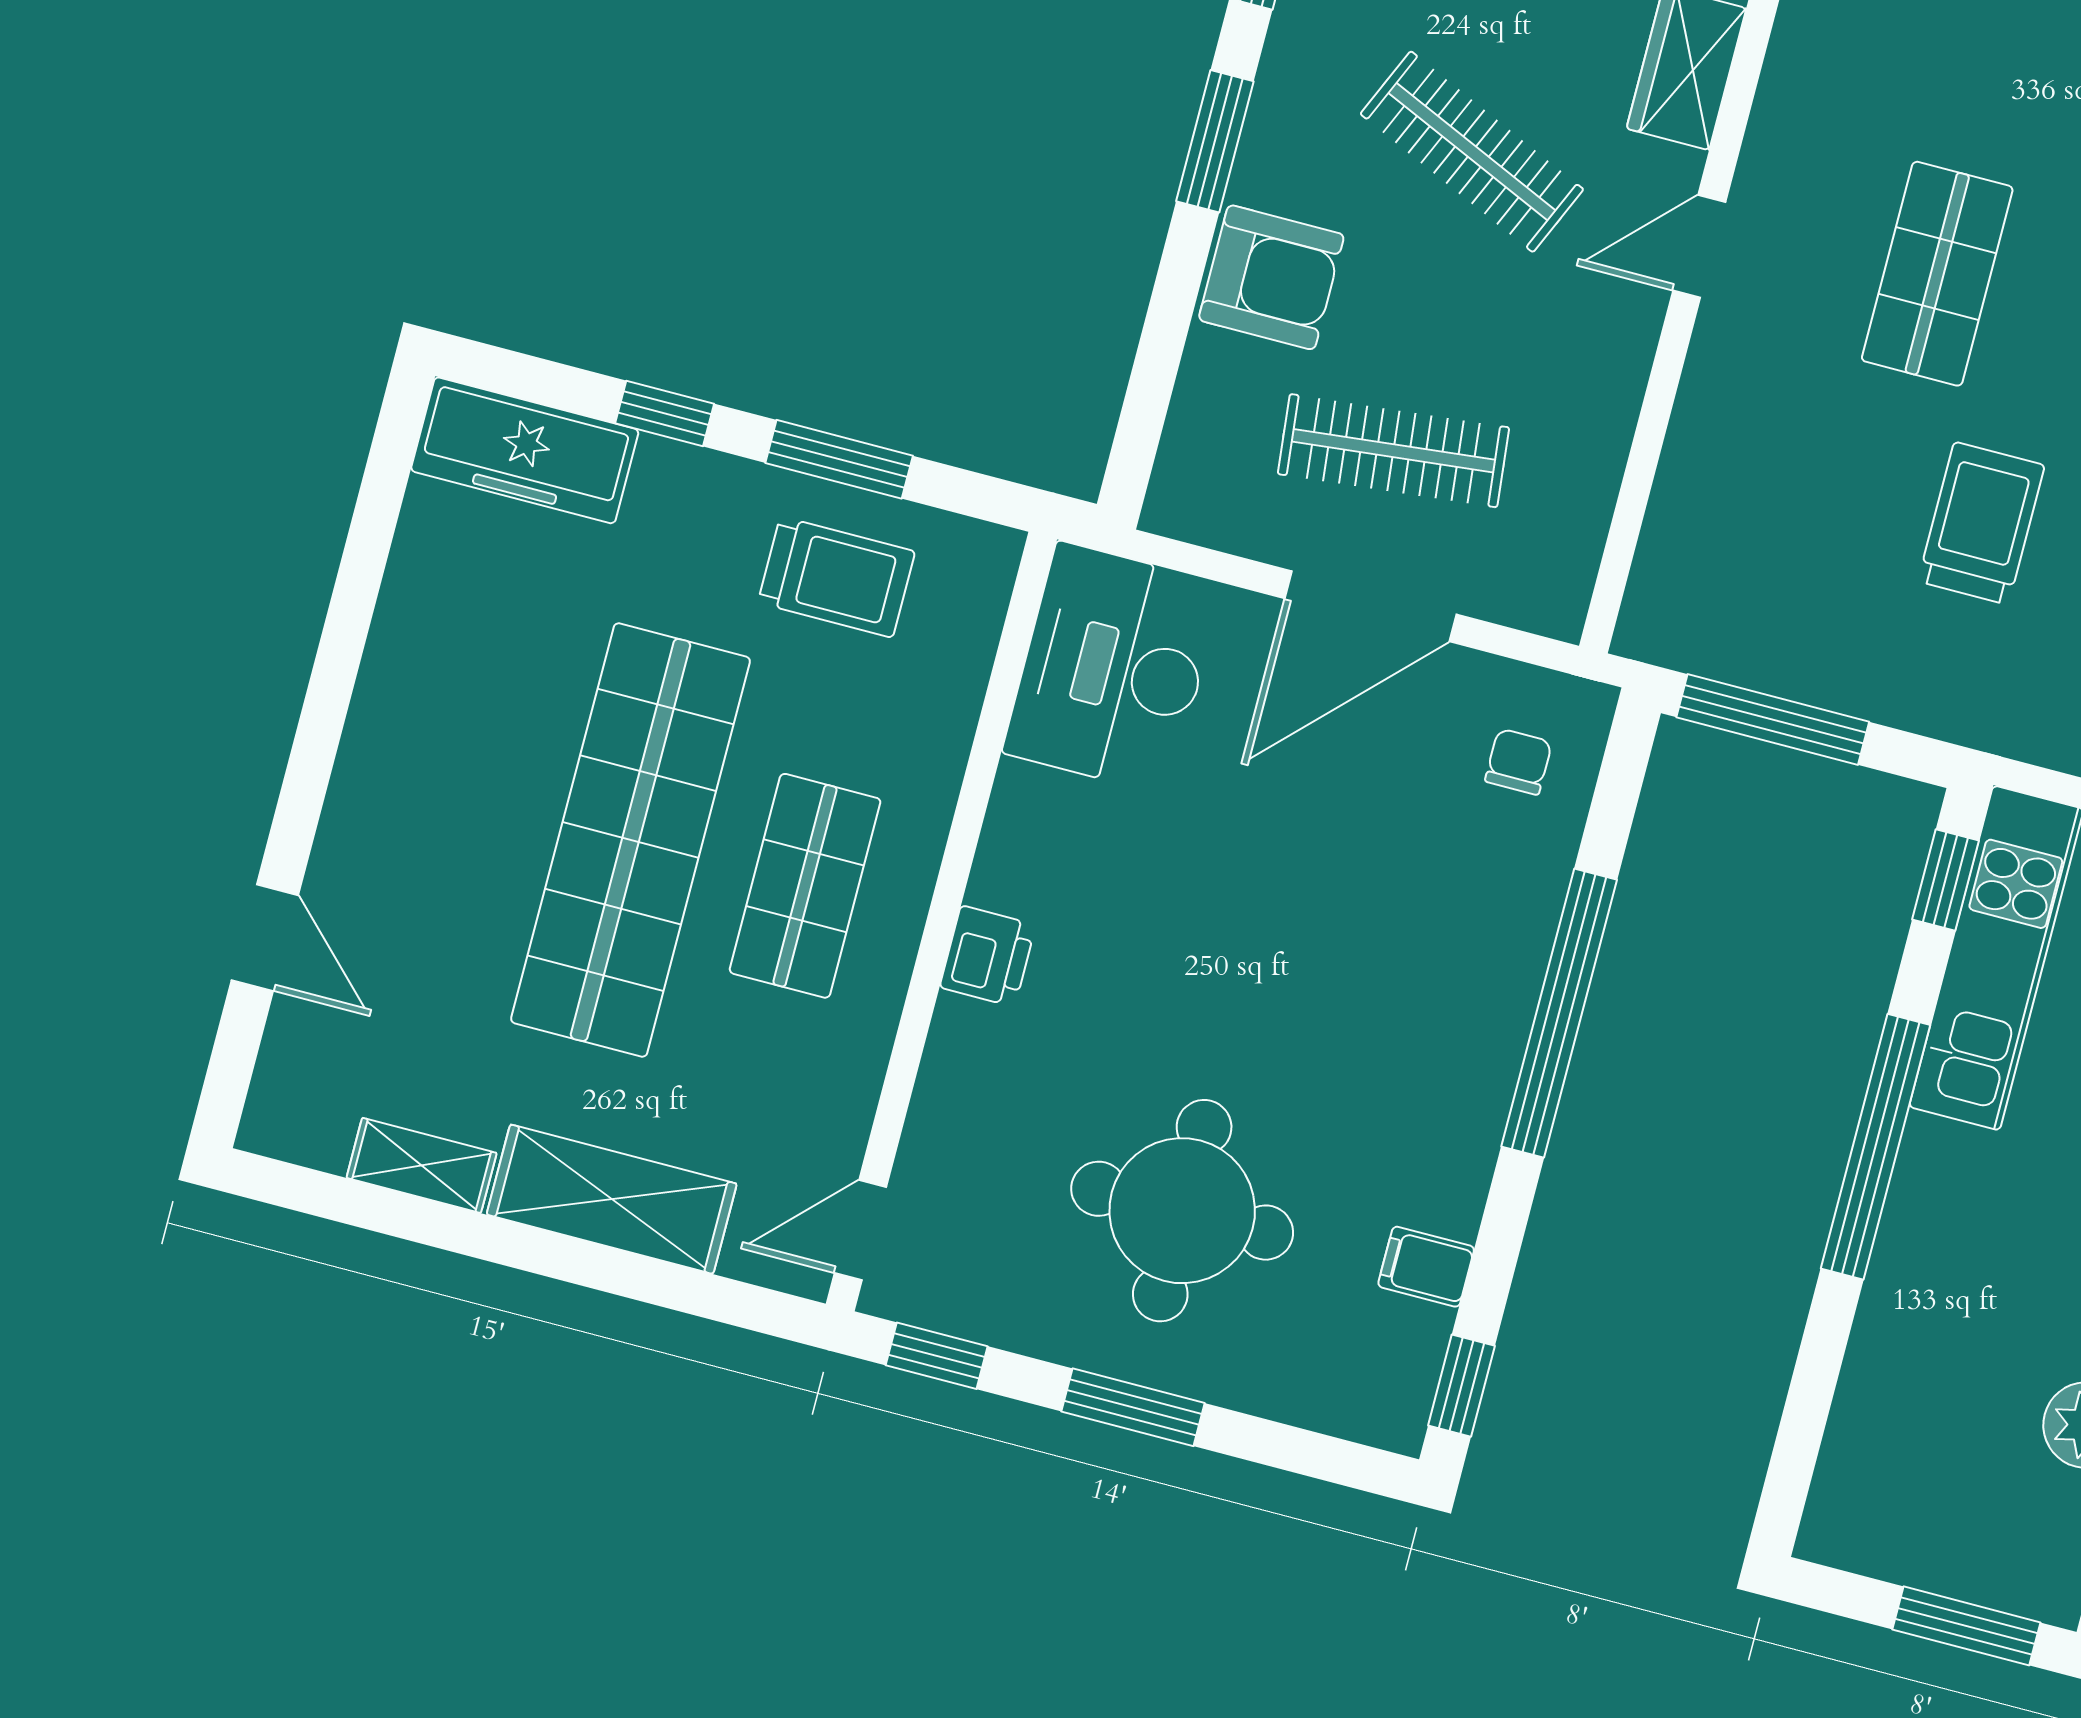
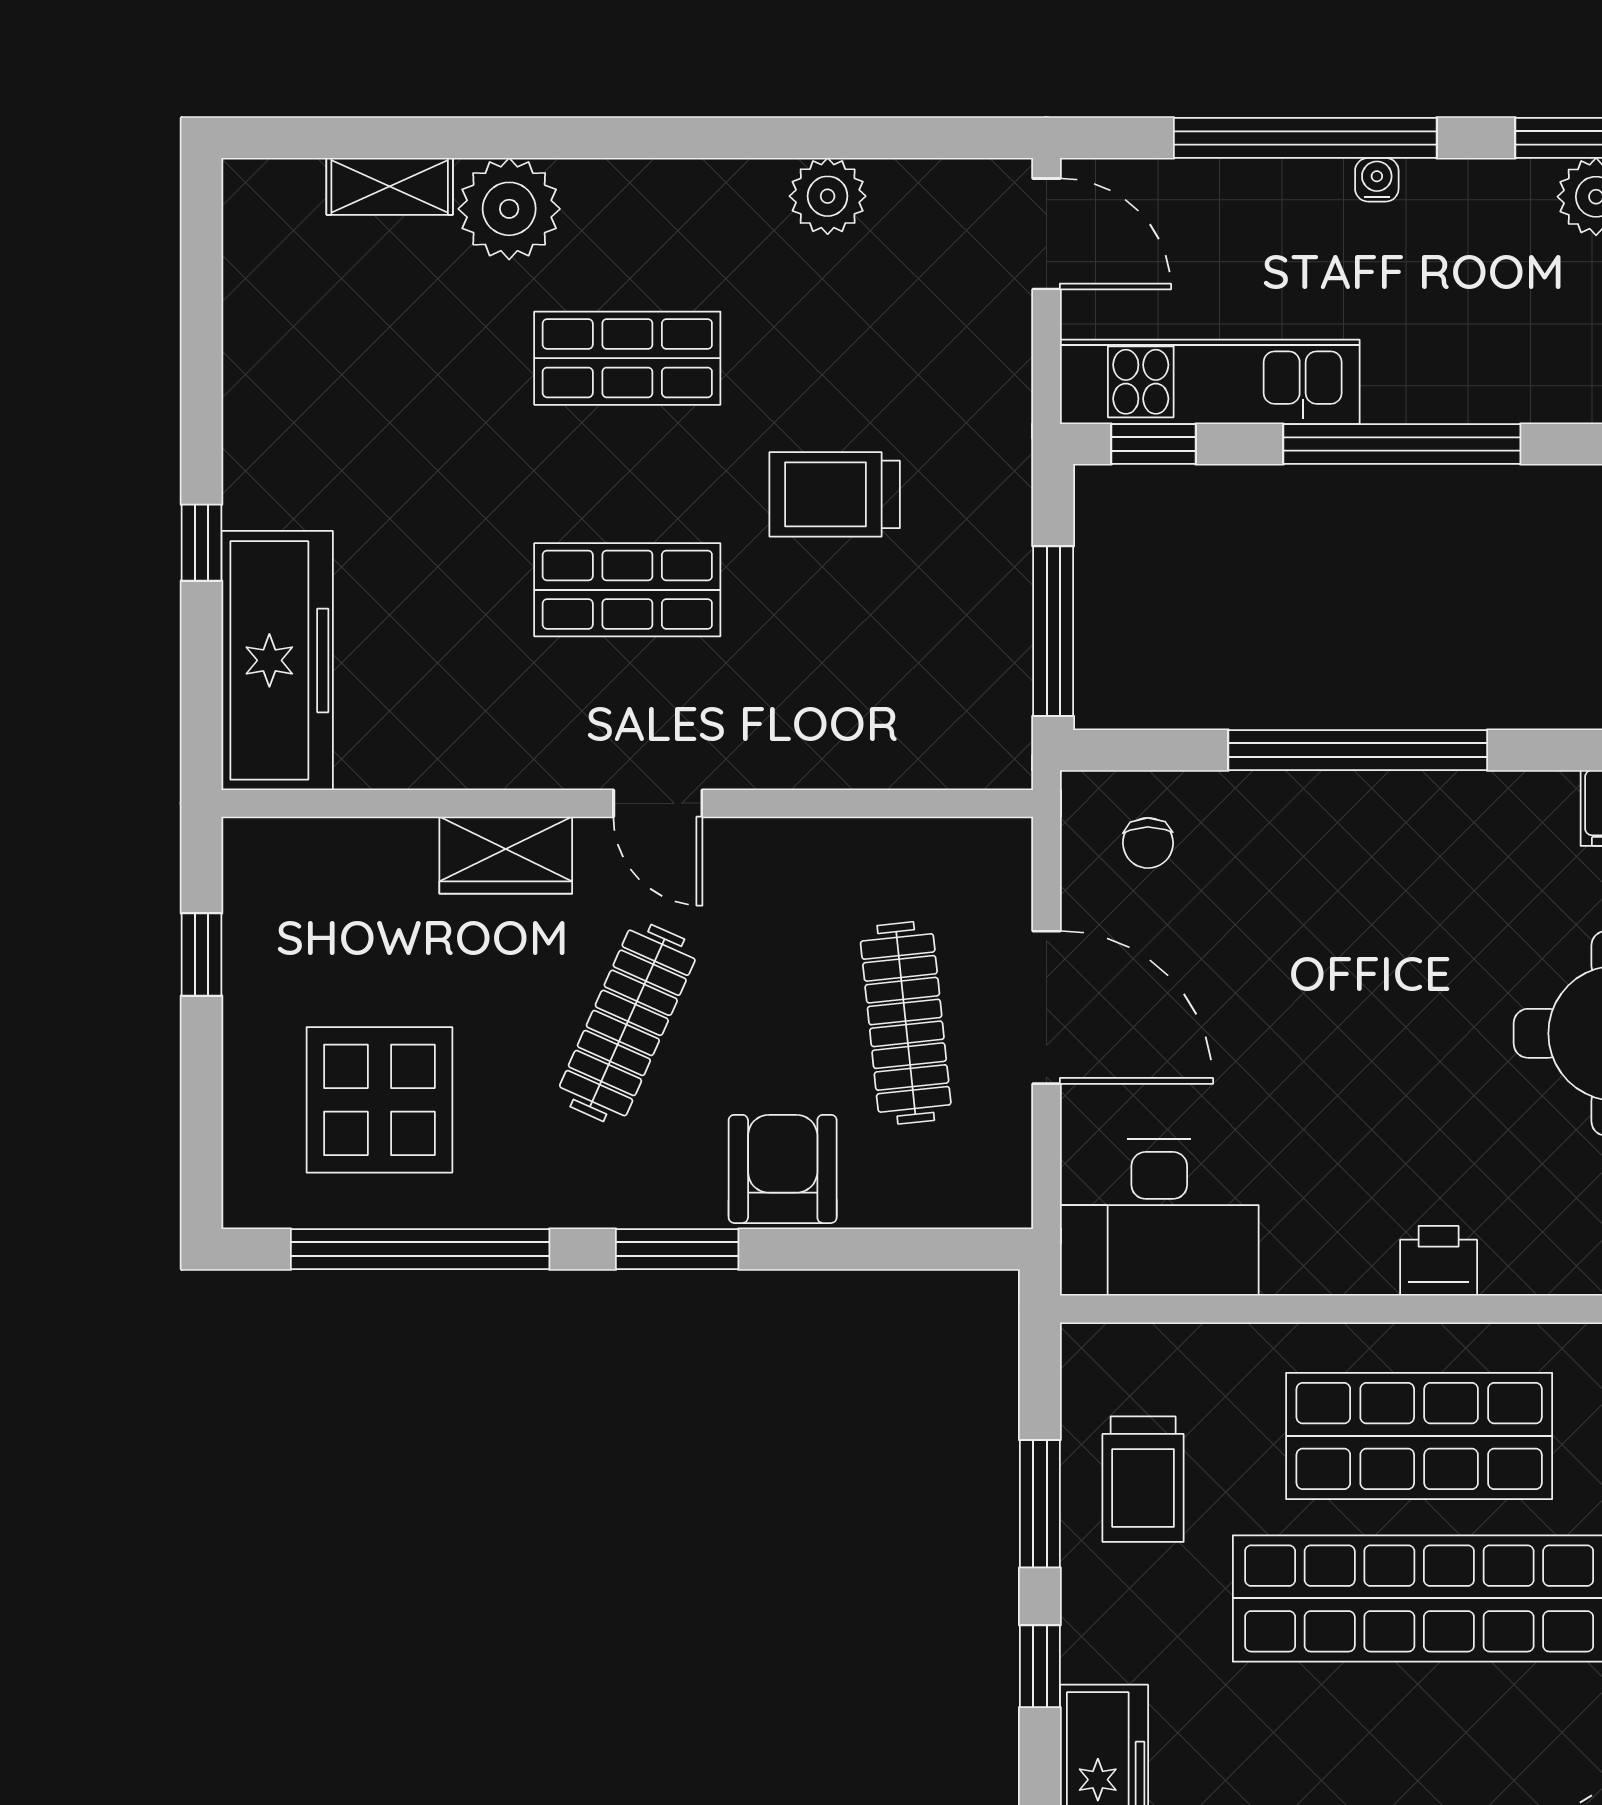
trolley: (836, 577) -> (1143, 1479), turned 180
chair: (1518, 762) -> (1148, 843), turned -91
shop shelf: (805, 886) -> (1419, 1436), width x1.43, depth x1.36

